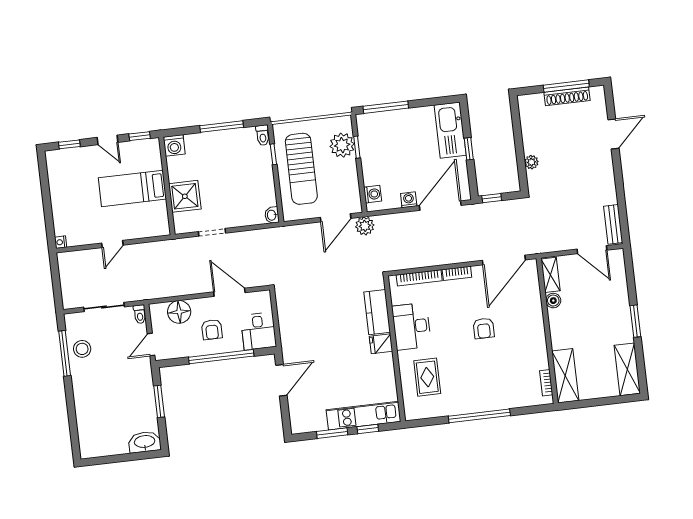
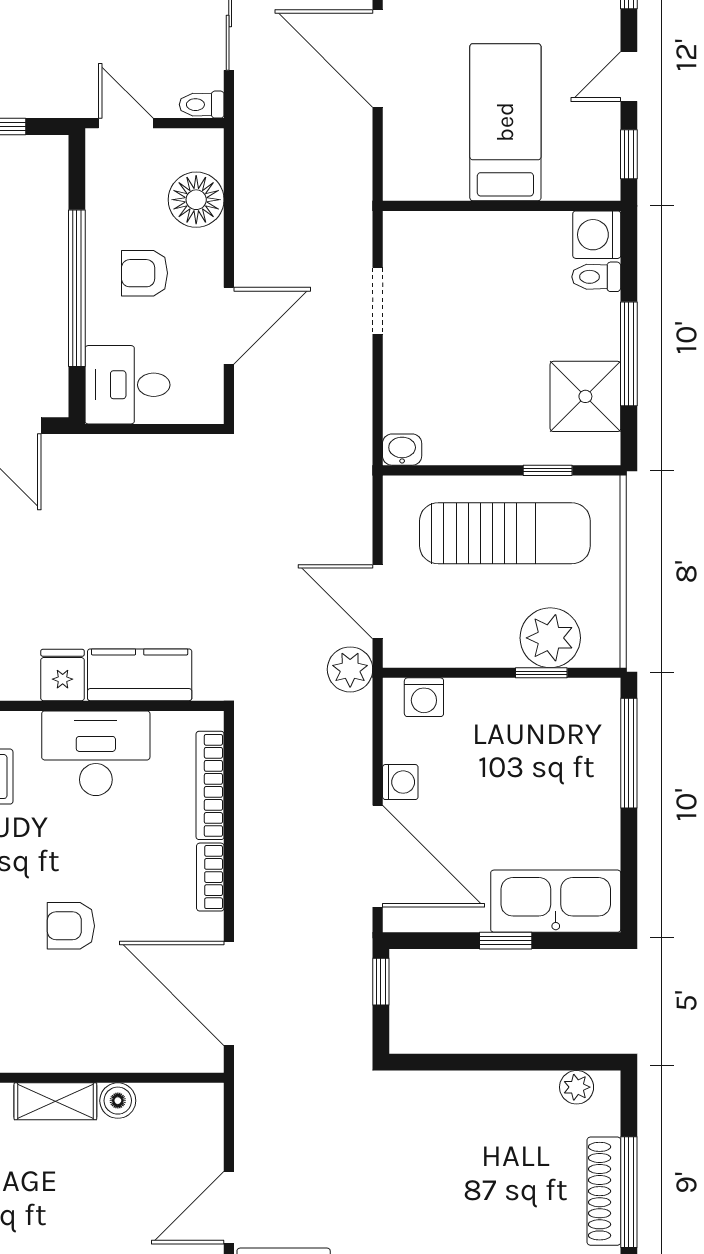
toilet: (263, 135) -> (596, 277), moved
plant: (531, 162) -> (577, 1087), moved
sun lounger: (301, 169) -> (505, 533), turned 180
shower: (185, 196) -> (585, 396), moved
door: (112, 244) -> (378, 59), width x1.88
shelving: (551, 275) -> (55, 1101), moved

